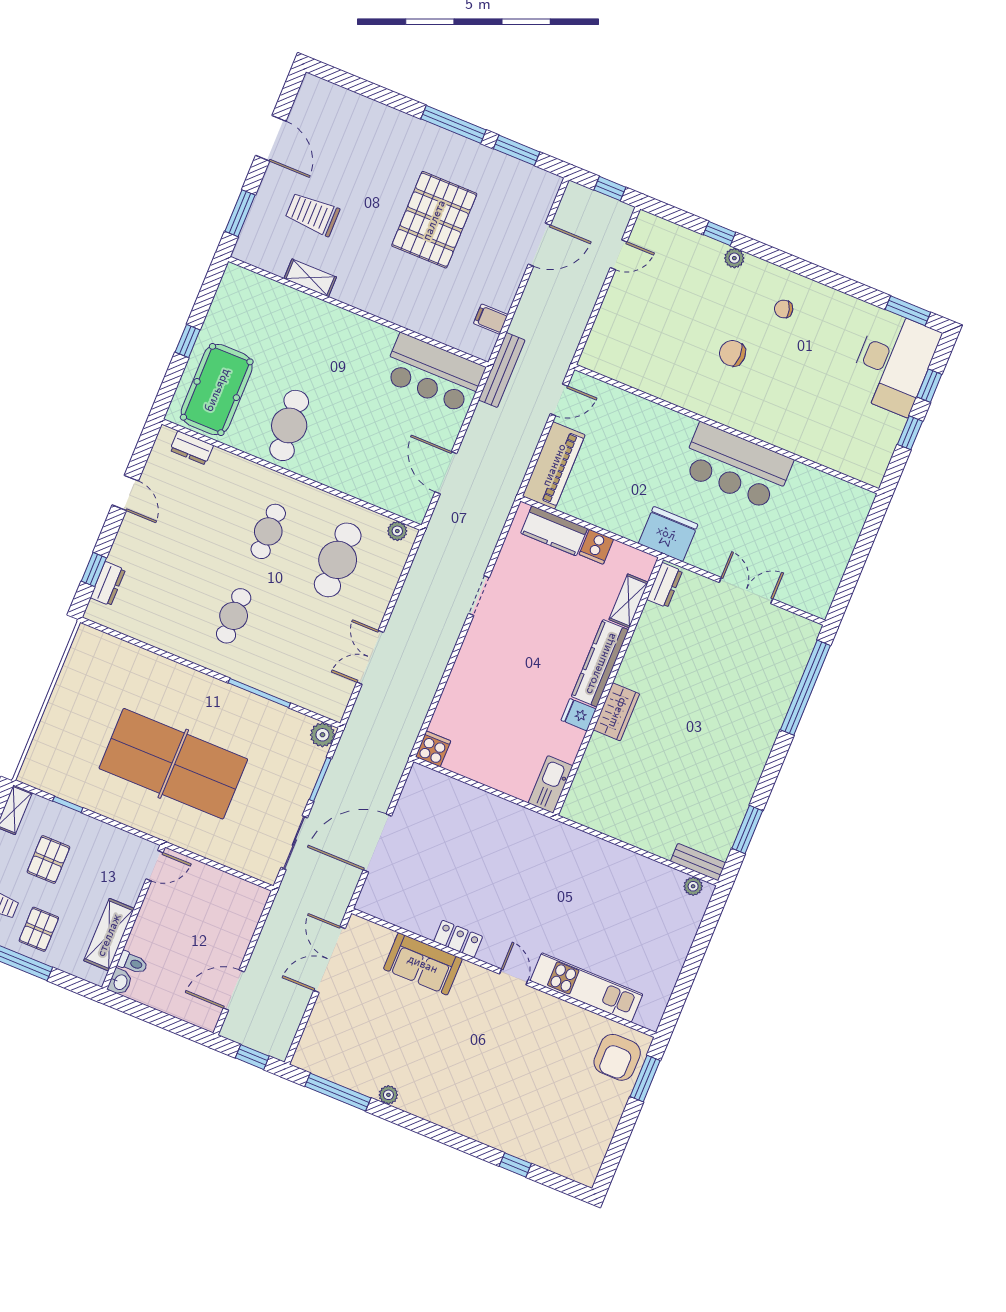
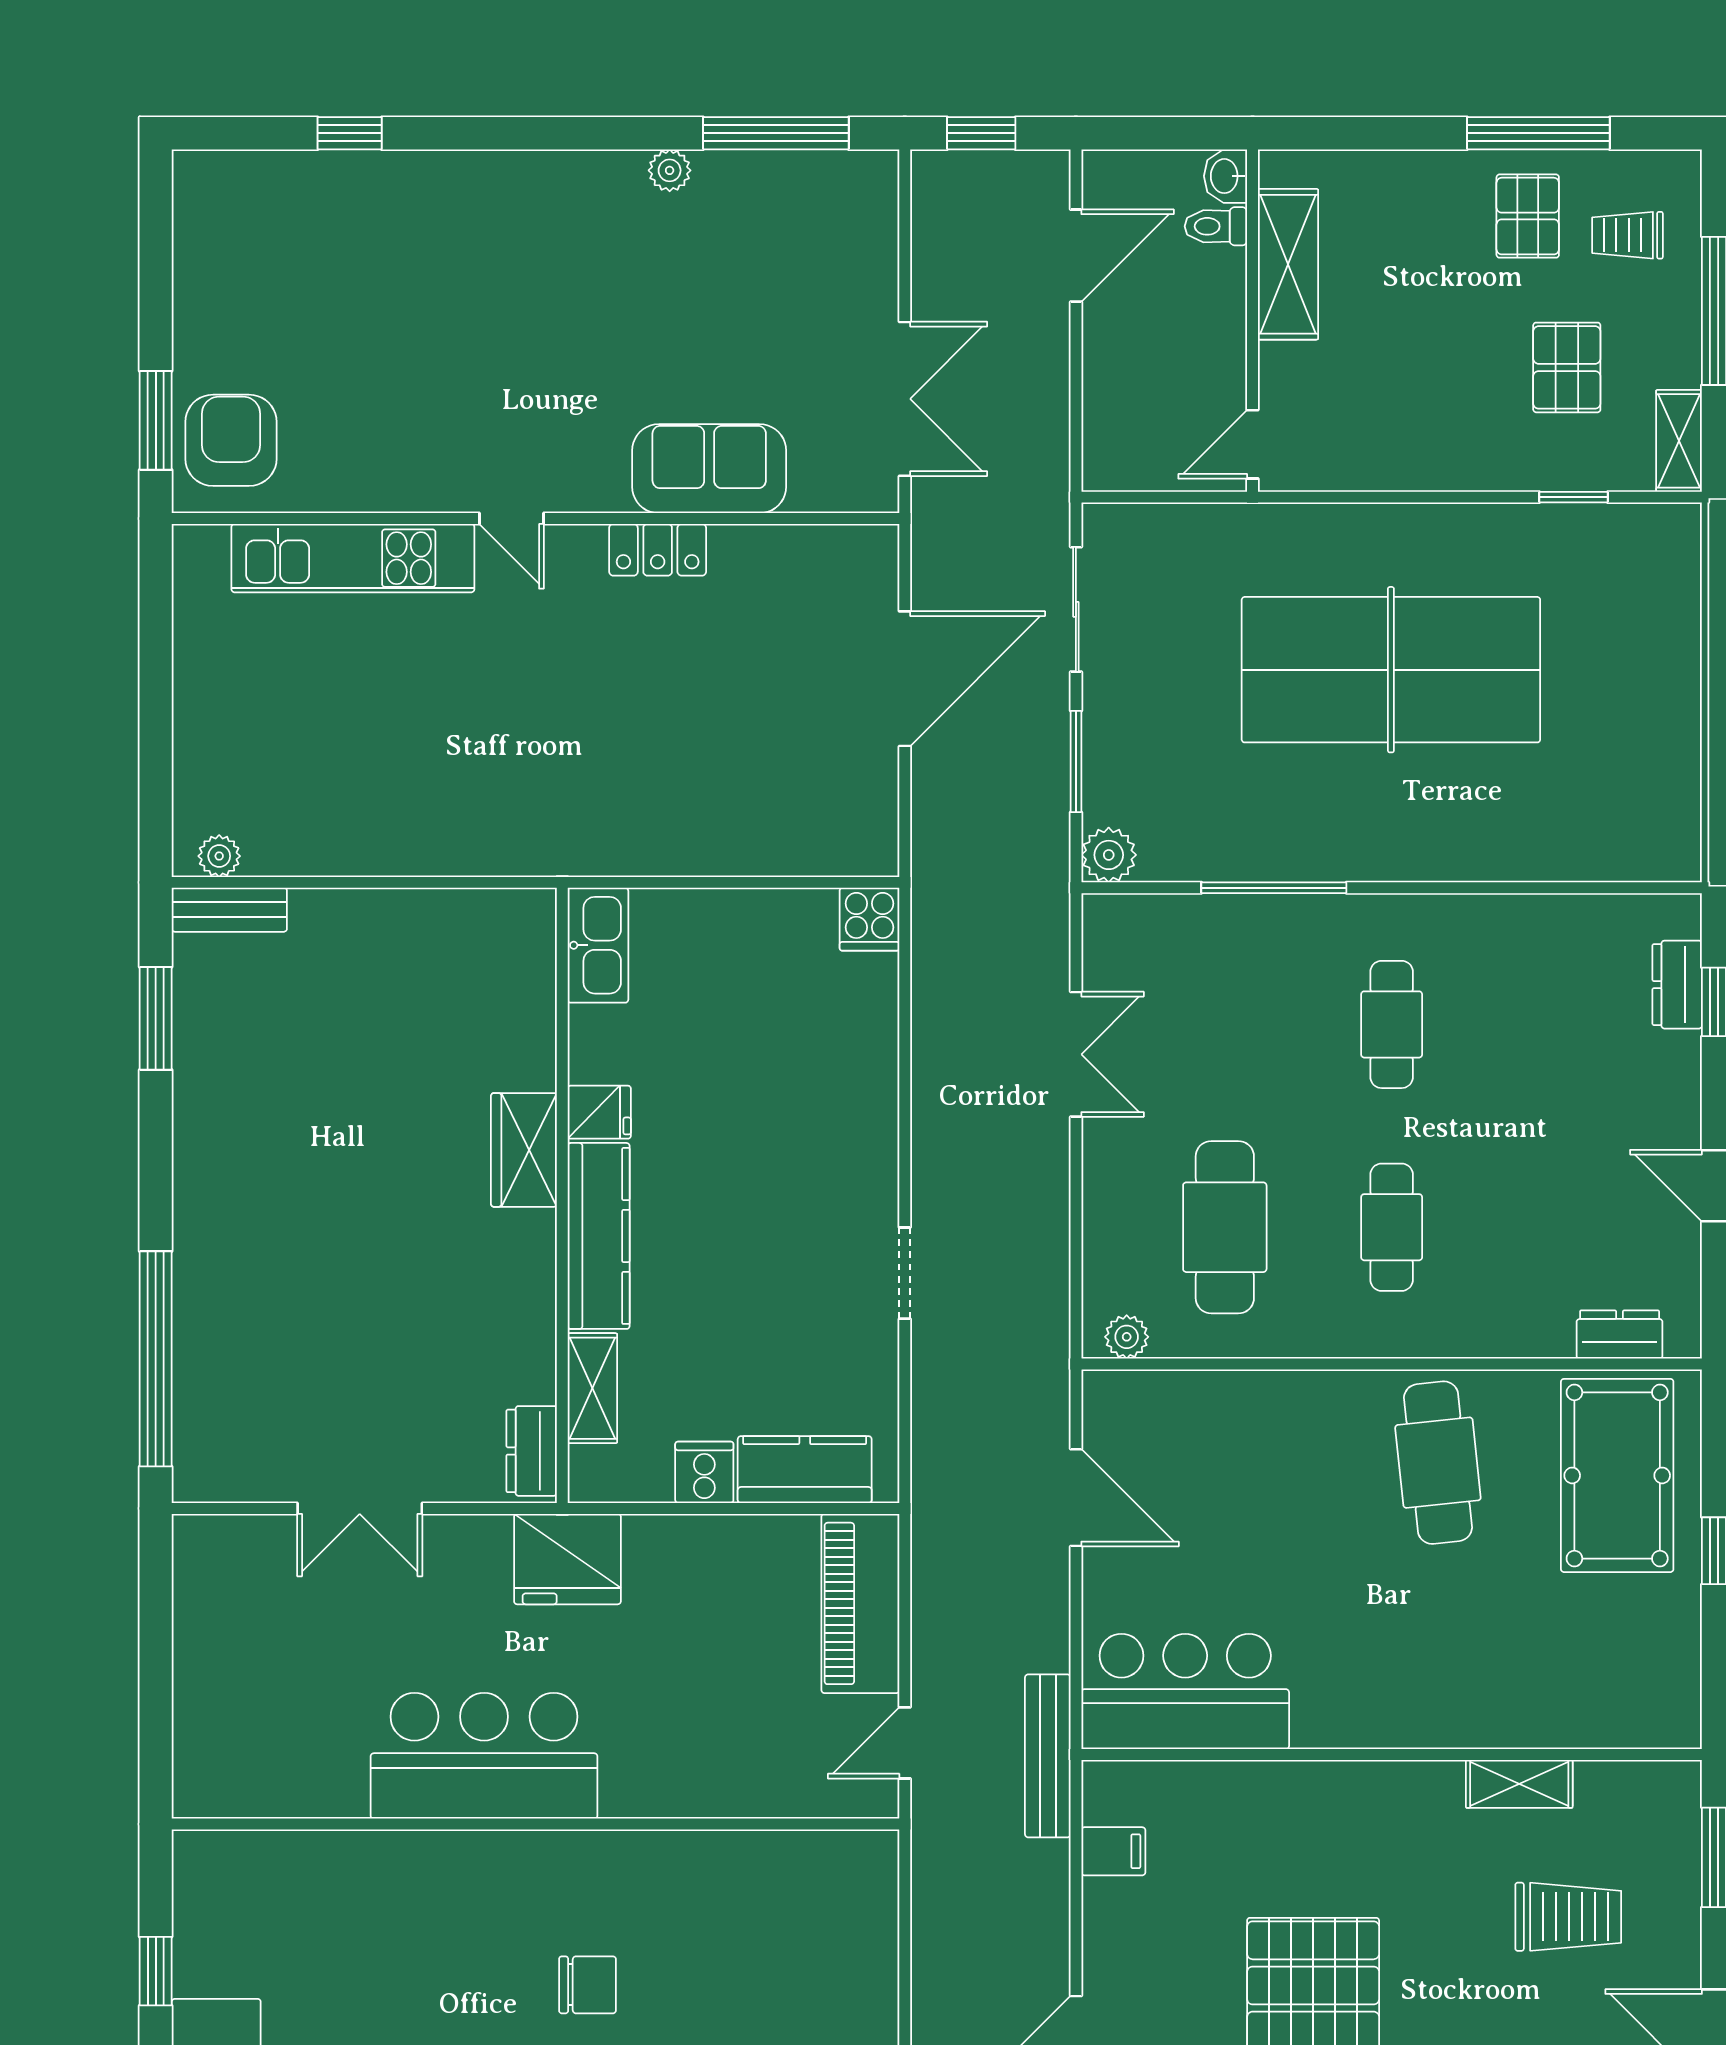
door: (155, 866) -> (1252, 444), moved
wall: (133, 917) -> (1252, 321), moved
shelving: (109, 935) -> (1288, 264), moved
toilet: (133, 963) -> (1216, 226), moved
washbasin: (120, 982) -> (1226, 176), moved

